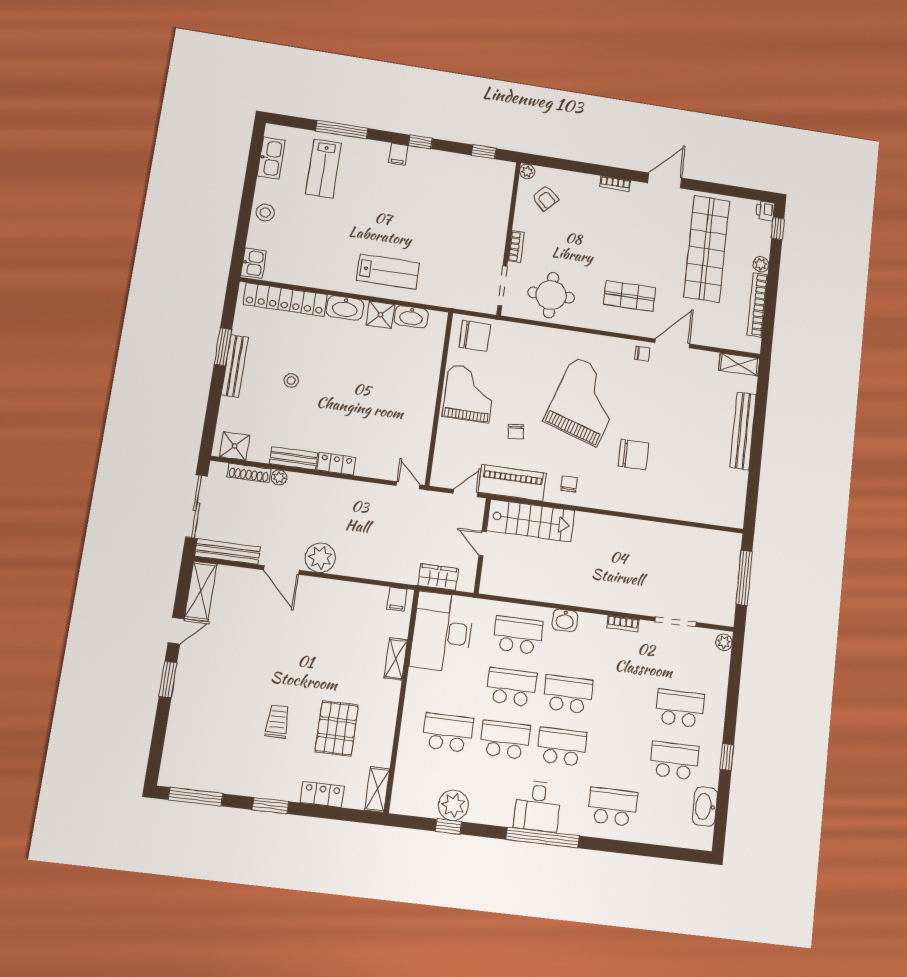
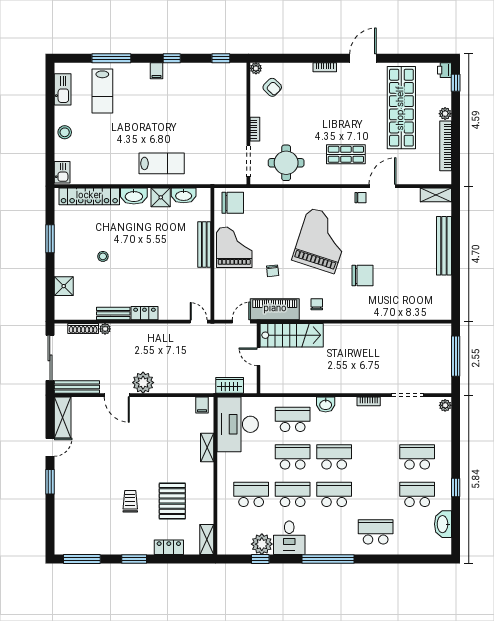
bench: (235, 366) -> (204, 245), moved
shower: (235, 446) -> (64, 286), moved
desk: (538, 806) -> (289, 538), moved

